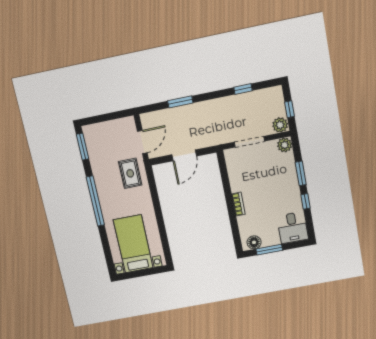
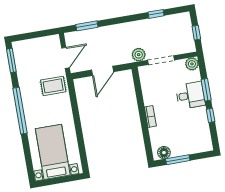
window: (180, 102) -> (87, 26), moved
plant: (280, 125) -> (139, 55), moved
rug: (130, 173) -> (53, 86), turned 90
desk: (293, 228) -> (190, 95), moved, turned -90

